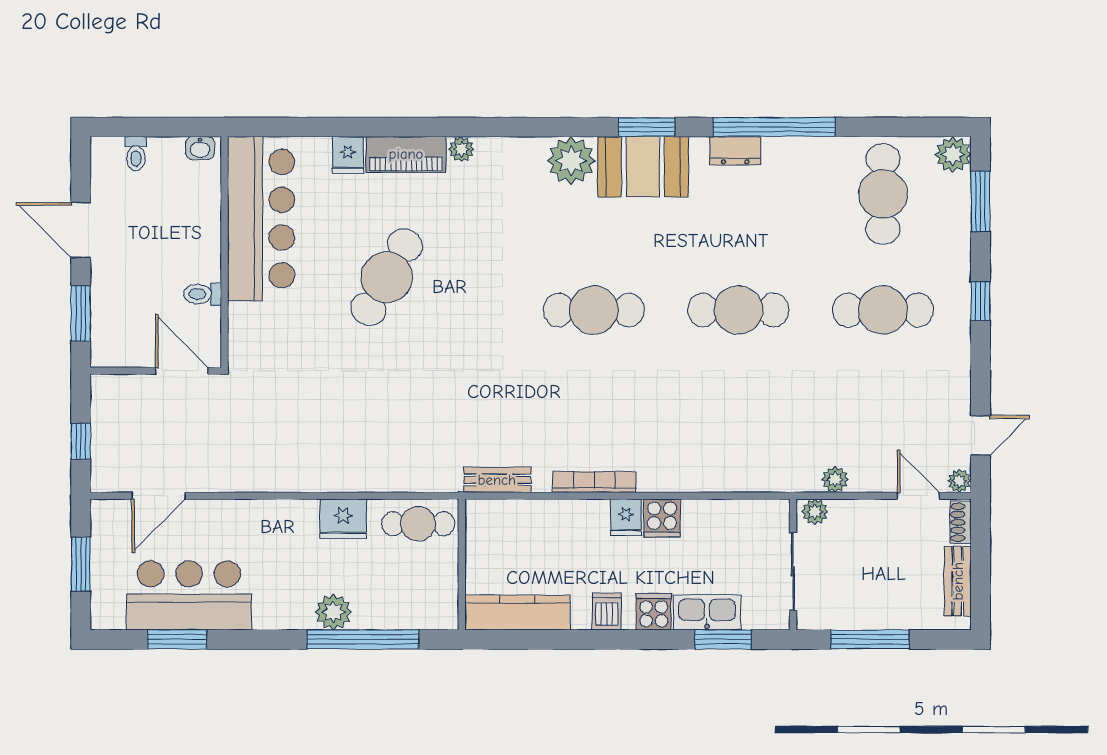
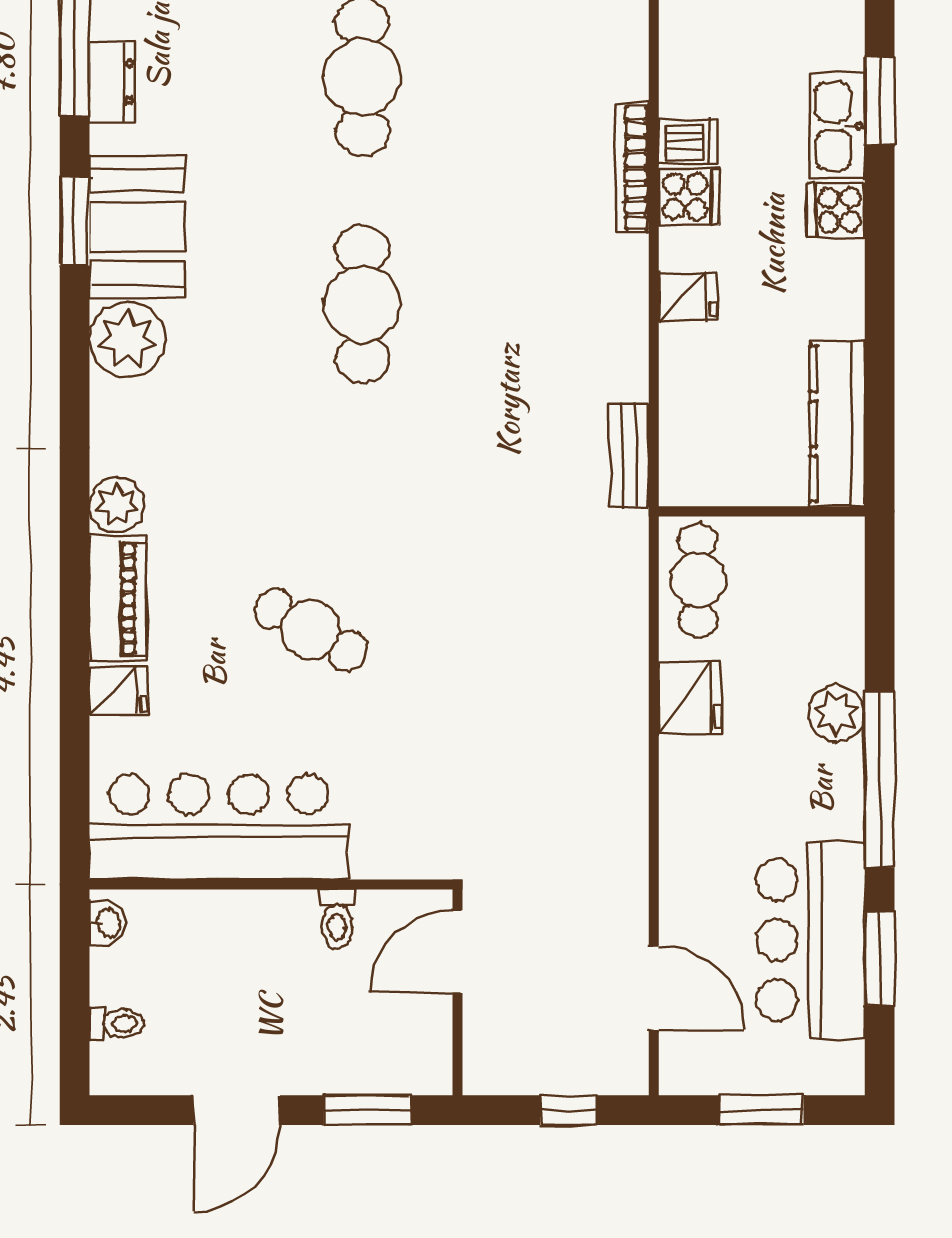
plant: (461, 149) -> (117, 505), width x1.38, depth x1.38
cafe table: (387, 277) -> (311, 630), width x0.73, depth x0.74
bookcase: (594, 482) -> (632, 168), moved
fridge: (626, 517) -> (688, 297), moved
dishwasher: (607, 611) -> (688, 142), moved, turned 180
window: (363, 639) -> (880, 779), moved

